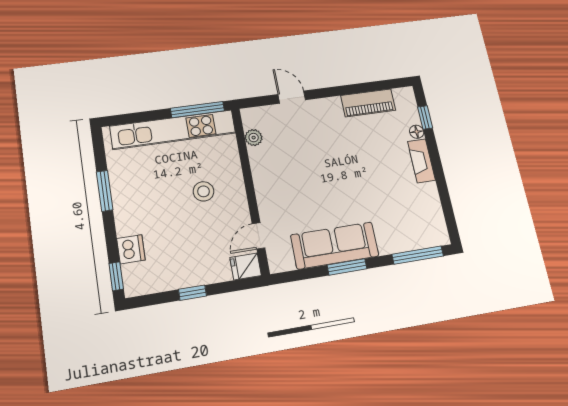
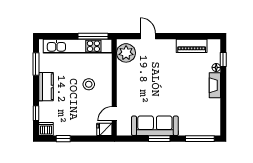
plant: (254, 138) -> (126, 53), width x1.88, depth x1.88
window: (105, 191) -> (36, 64), moved
kitchen counter: (126, 207) -> (46, 87), added
dishwasher: (131, 249) -> (46, 129), moved, turned -90
window: (116, 276) -> (36, 113), moved
window: (193, 293) -> (63, 139), moved

